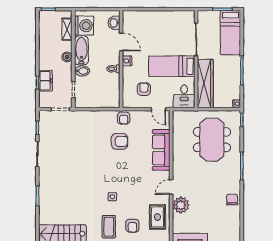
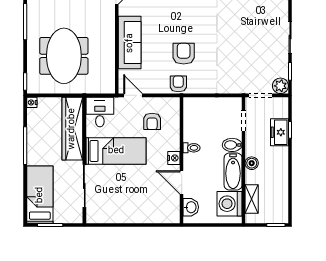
plant: (45, 117) -> (280, 86), added
armchair: (120, 141) -> (184, 54), turned 90

